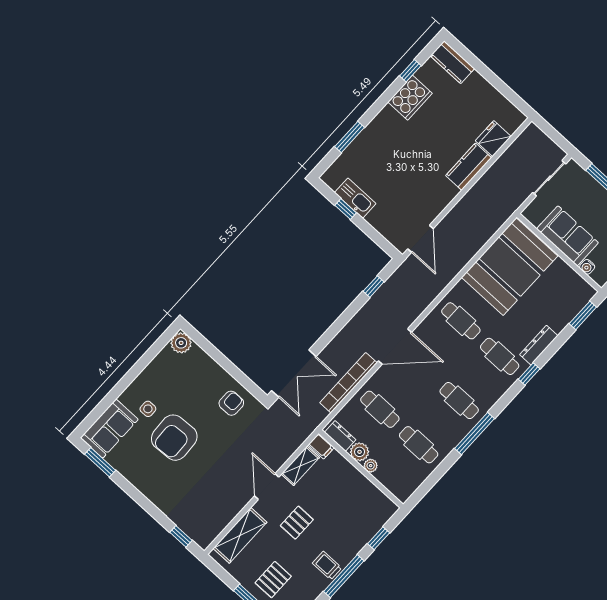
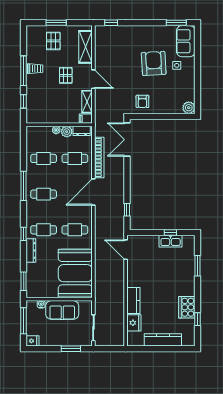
kitchen counter: (452, 62) -> (163, 340), moved, width x1.50

